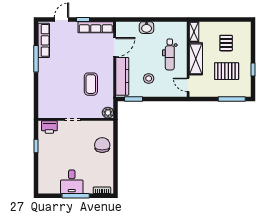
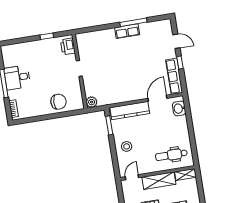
washbasin: (147, 28) -> (179, 108), moved
row of seats: (44, 40) -> (127, 31), moved, width x0.68
door: (115, 47) -> (157, 98), swing flipped
dental chair: (170, 54) -> (171, 155), moved
stool: (149, 78) -> (127, 146), moved
coffee table: (91, 84) -> (117, 81), removed

